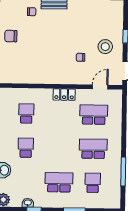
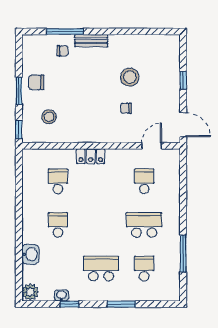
stool: (105, 47) -> (130, 77), moved
stool: (20, 63) -> (49, 117), added
locker: (64, 95) -> (91, 156), moved
school desk: (94, 115) -> (144, 181), width x0.54

